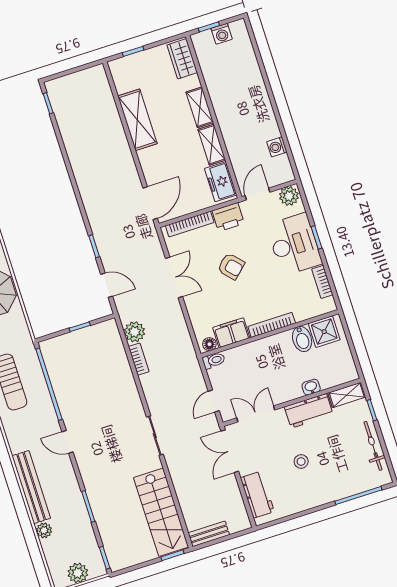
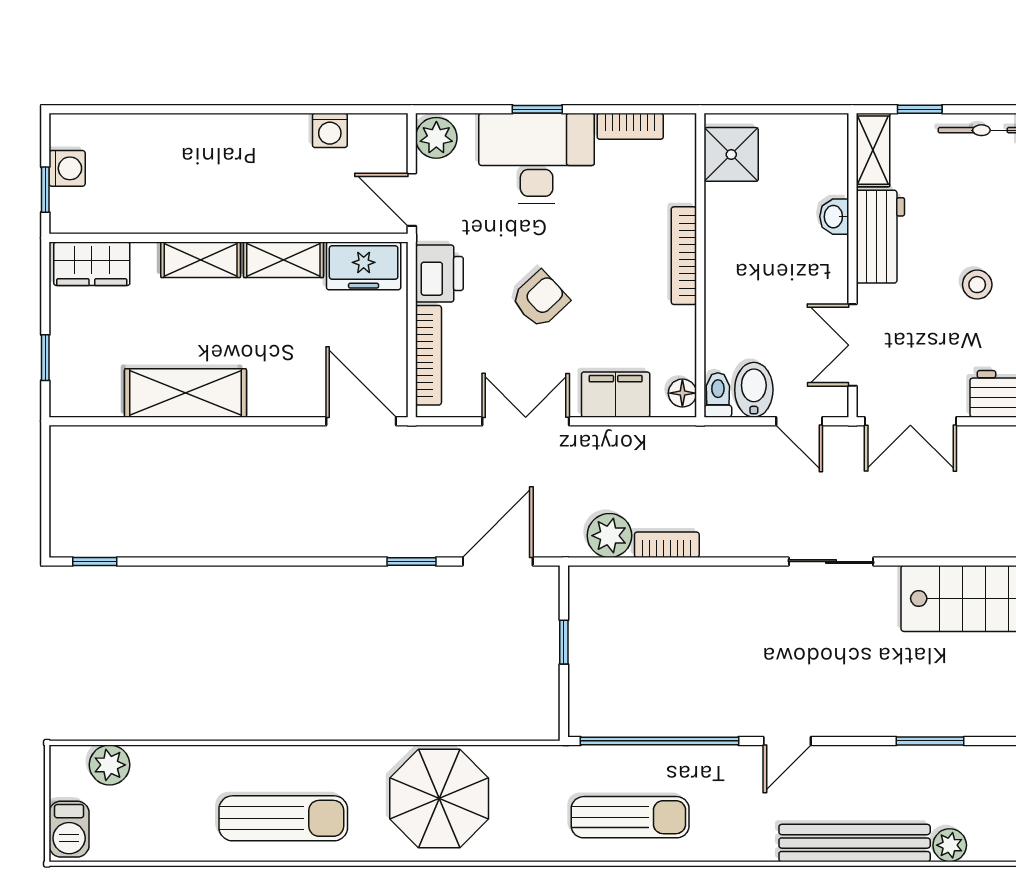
door: (107, 285) -> (498, 562), width x1.37
filing cabinet: (231, 333) -> (616, 395), moved, turned 90
bidet: (302, 339) -> (754, 390), moved, turned -90

